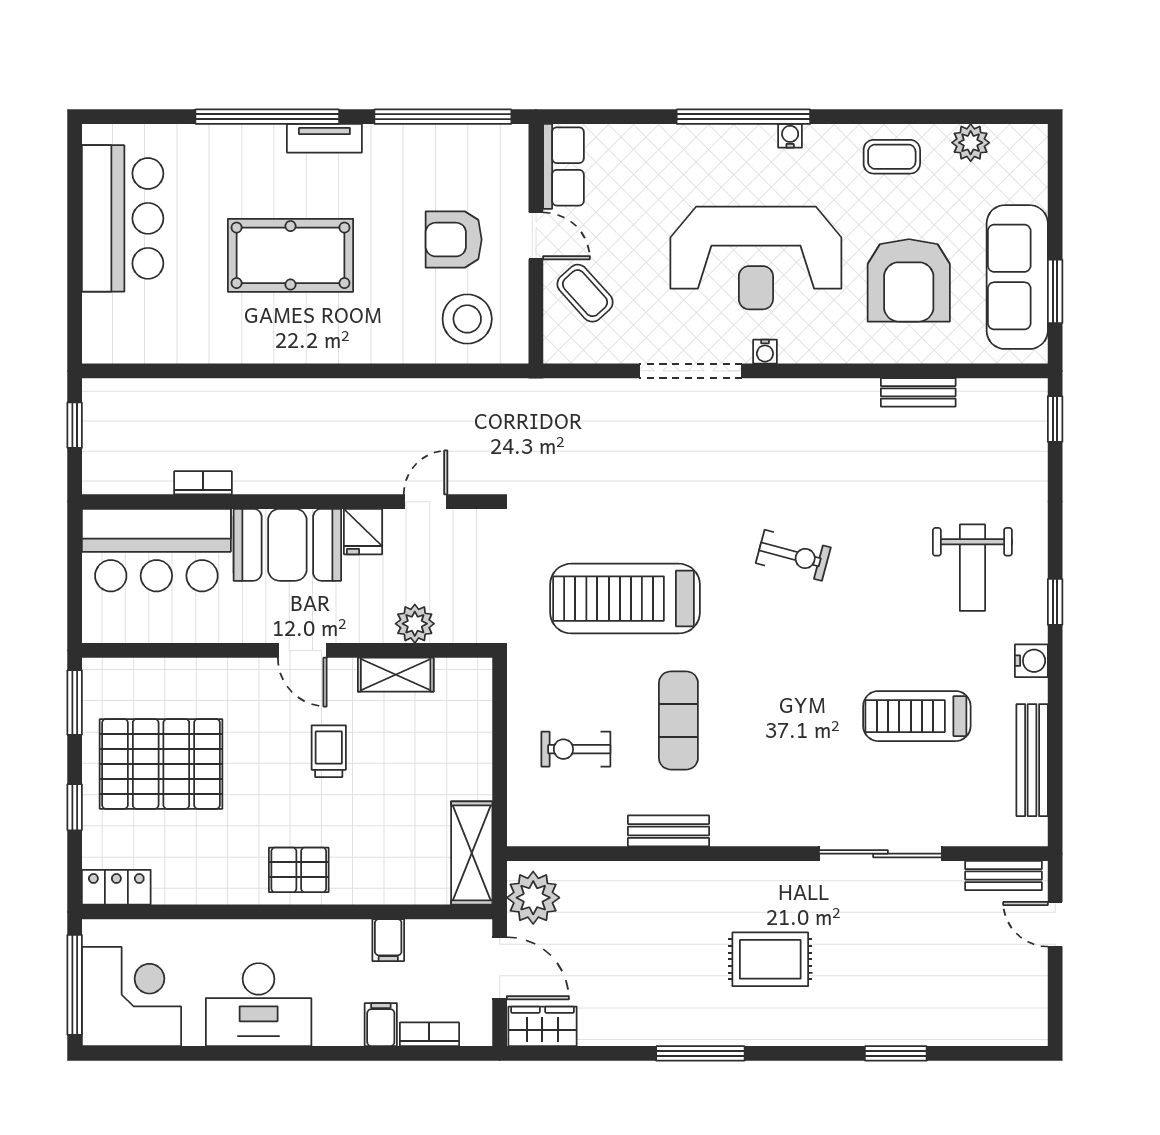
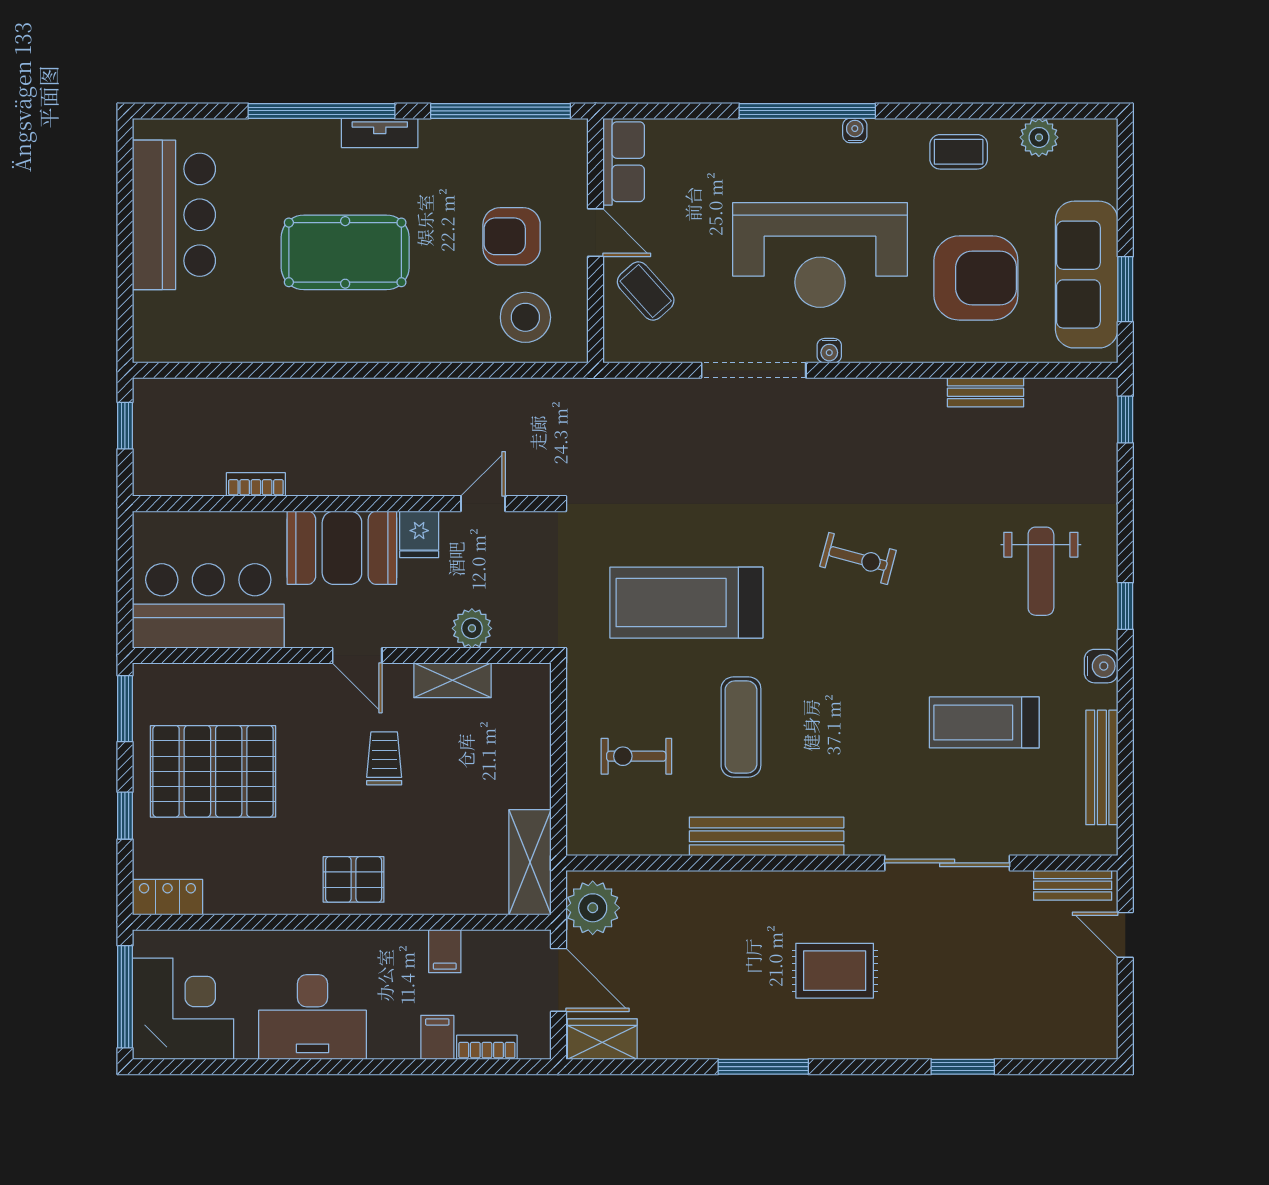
armchair: (909, 280) -> (976, 278), turned -90
bar counter: (156, 550) -> (208, 606), moved, turned 180
bench: (668, 831) -> (767, 836), width x1.86, depth x1.21

